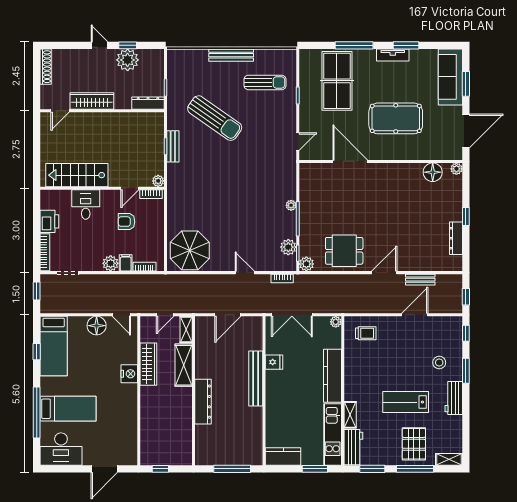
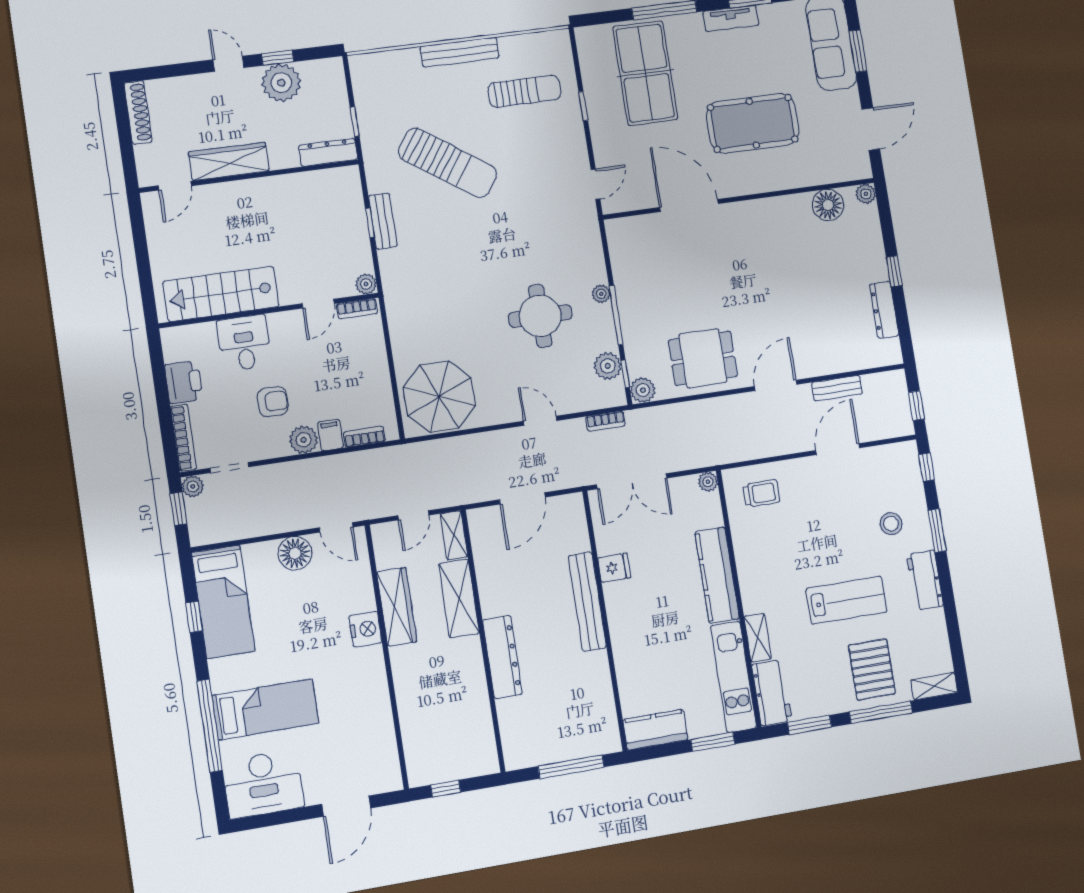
door: (466, 131) -> (871, 129), width x0.73
round table: (254, 213) -> (540, 316), added
armchair: (127, 222) -> (273, 402), moved, turned 180
plant: (46, 280) -> (193, 486), added
lab bench: (406, 402) -> (847, 600), turned 180

